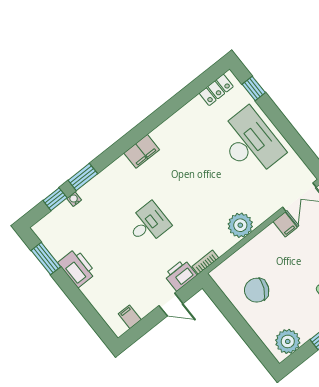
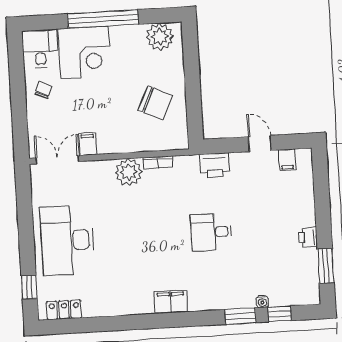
bookcase: (205, 262) -> (158, 162), moved
printer: (77, 268) -> (308, 237), width x0.53, depth x0.68
door: (171, 305) -> (260, 143), moved

